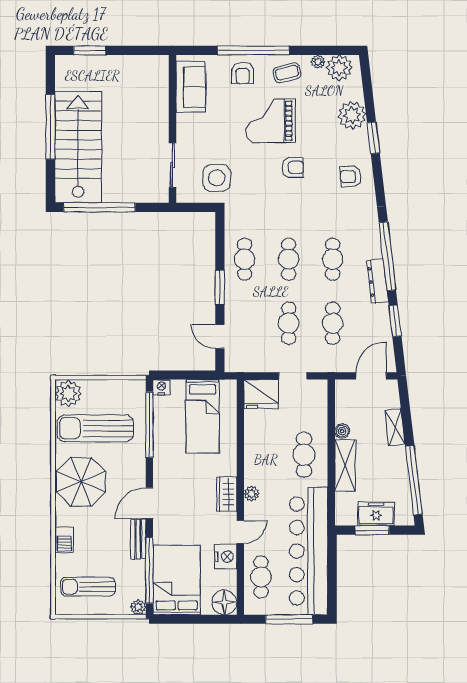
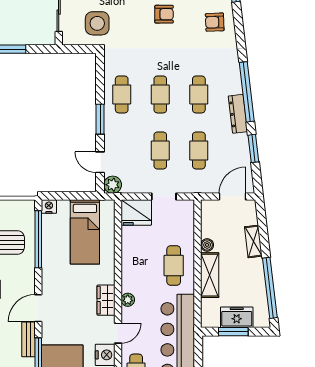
plant: (234, 362) -> (113, 185), added

